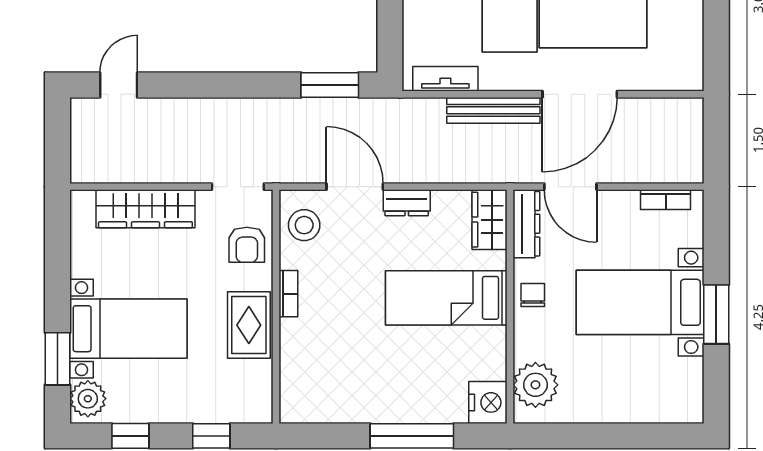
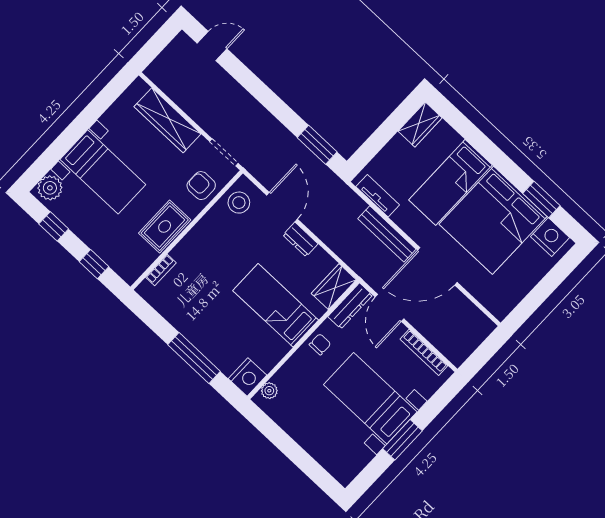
bookcase: (666, 200) -> (424, 352), width x1.56
armchair: (247, 245) -> (201, 186), turned 90
bookcase: (288, 294) -> (161, 270), moved
window: (57, 359) -> (53, 154), removed
plant: (535, 385) -> (269, 391), width x0.53, depth x0.53

